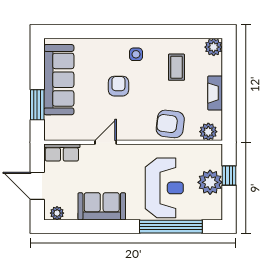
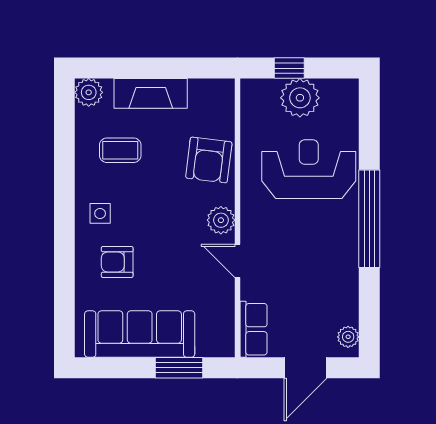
armchair: (118, 86) -> (117, 262), moved
fireplace: (215, 93) -> (151, 93), width x1.37, depth x1.32
plant: (208, 132) -> (221, 220), moved
sofa: (102, 206) -> (337, 267), removed
window: (171, 227) -> (369, 219), moved

